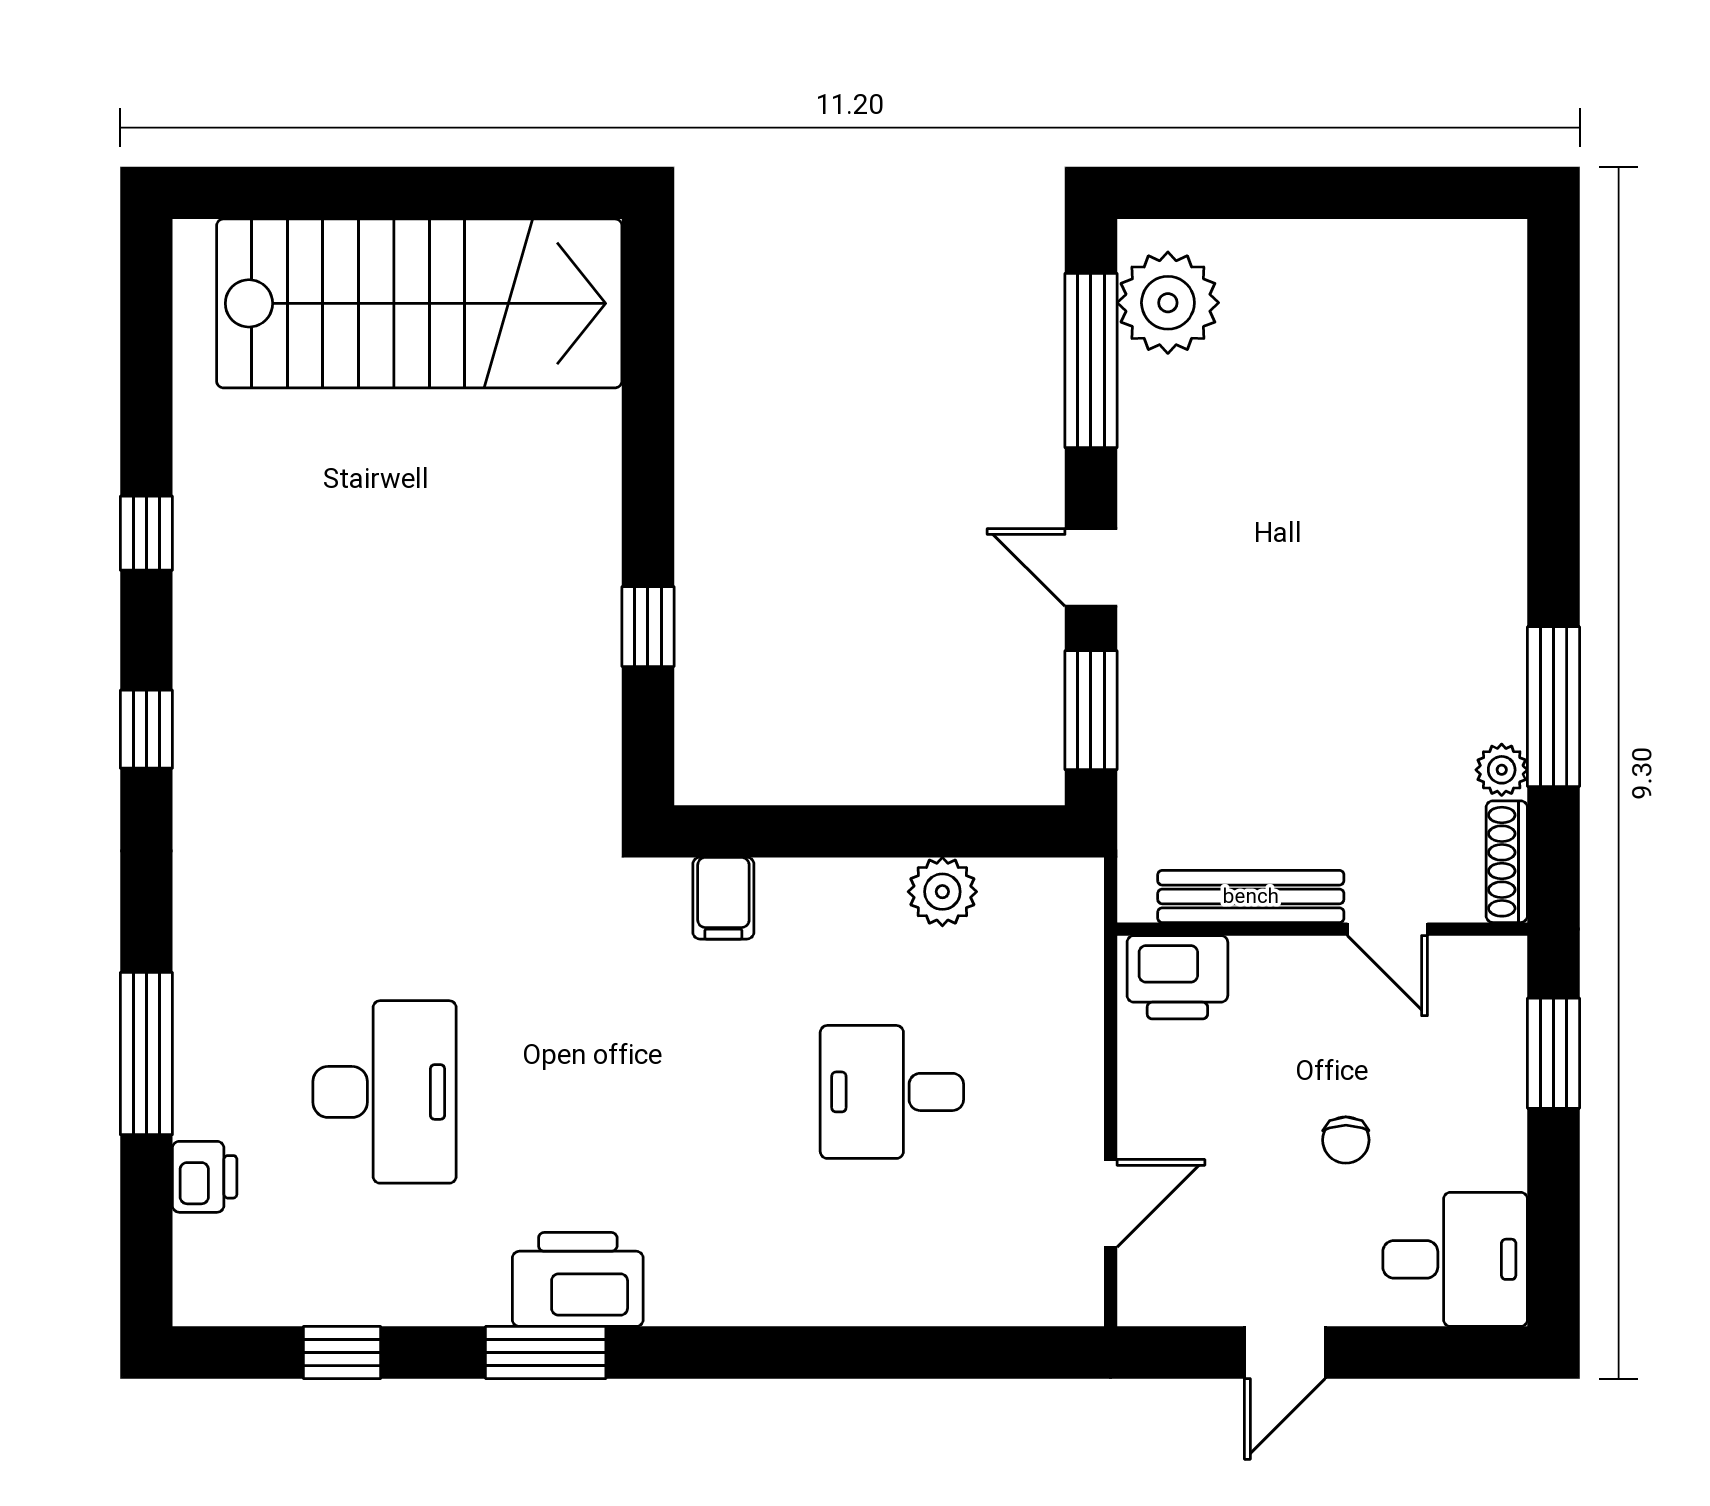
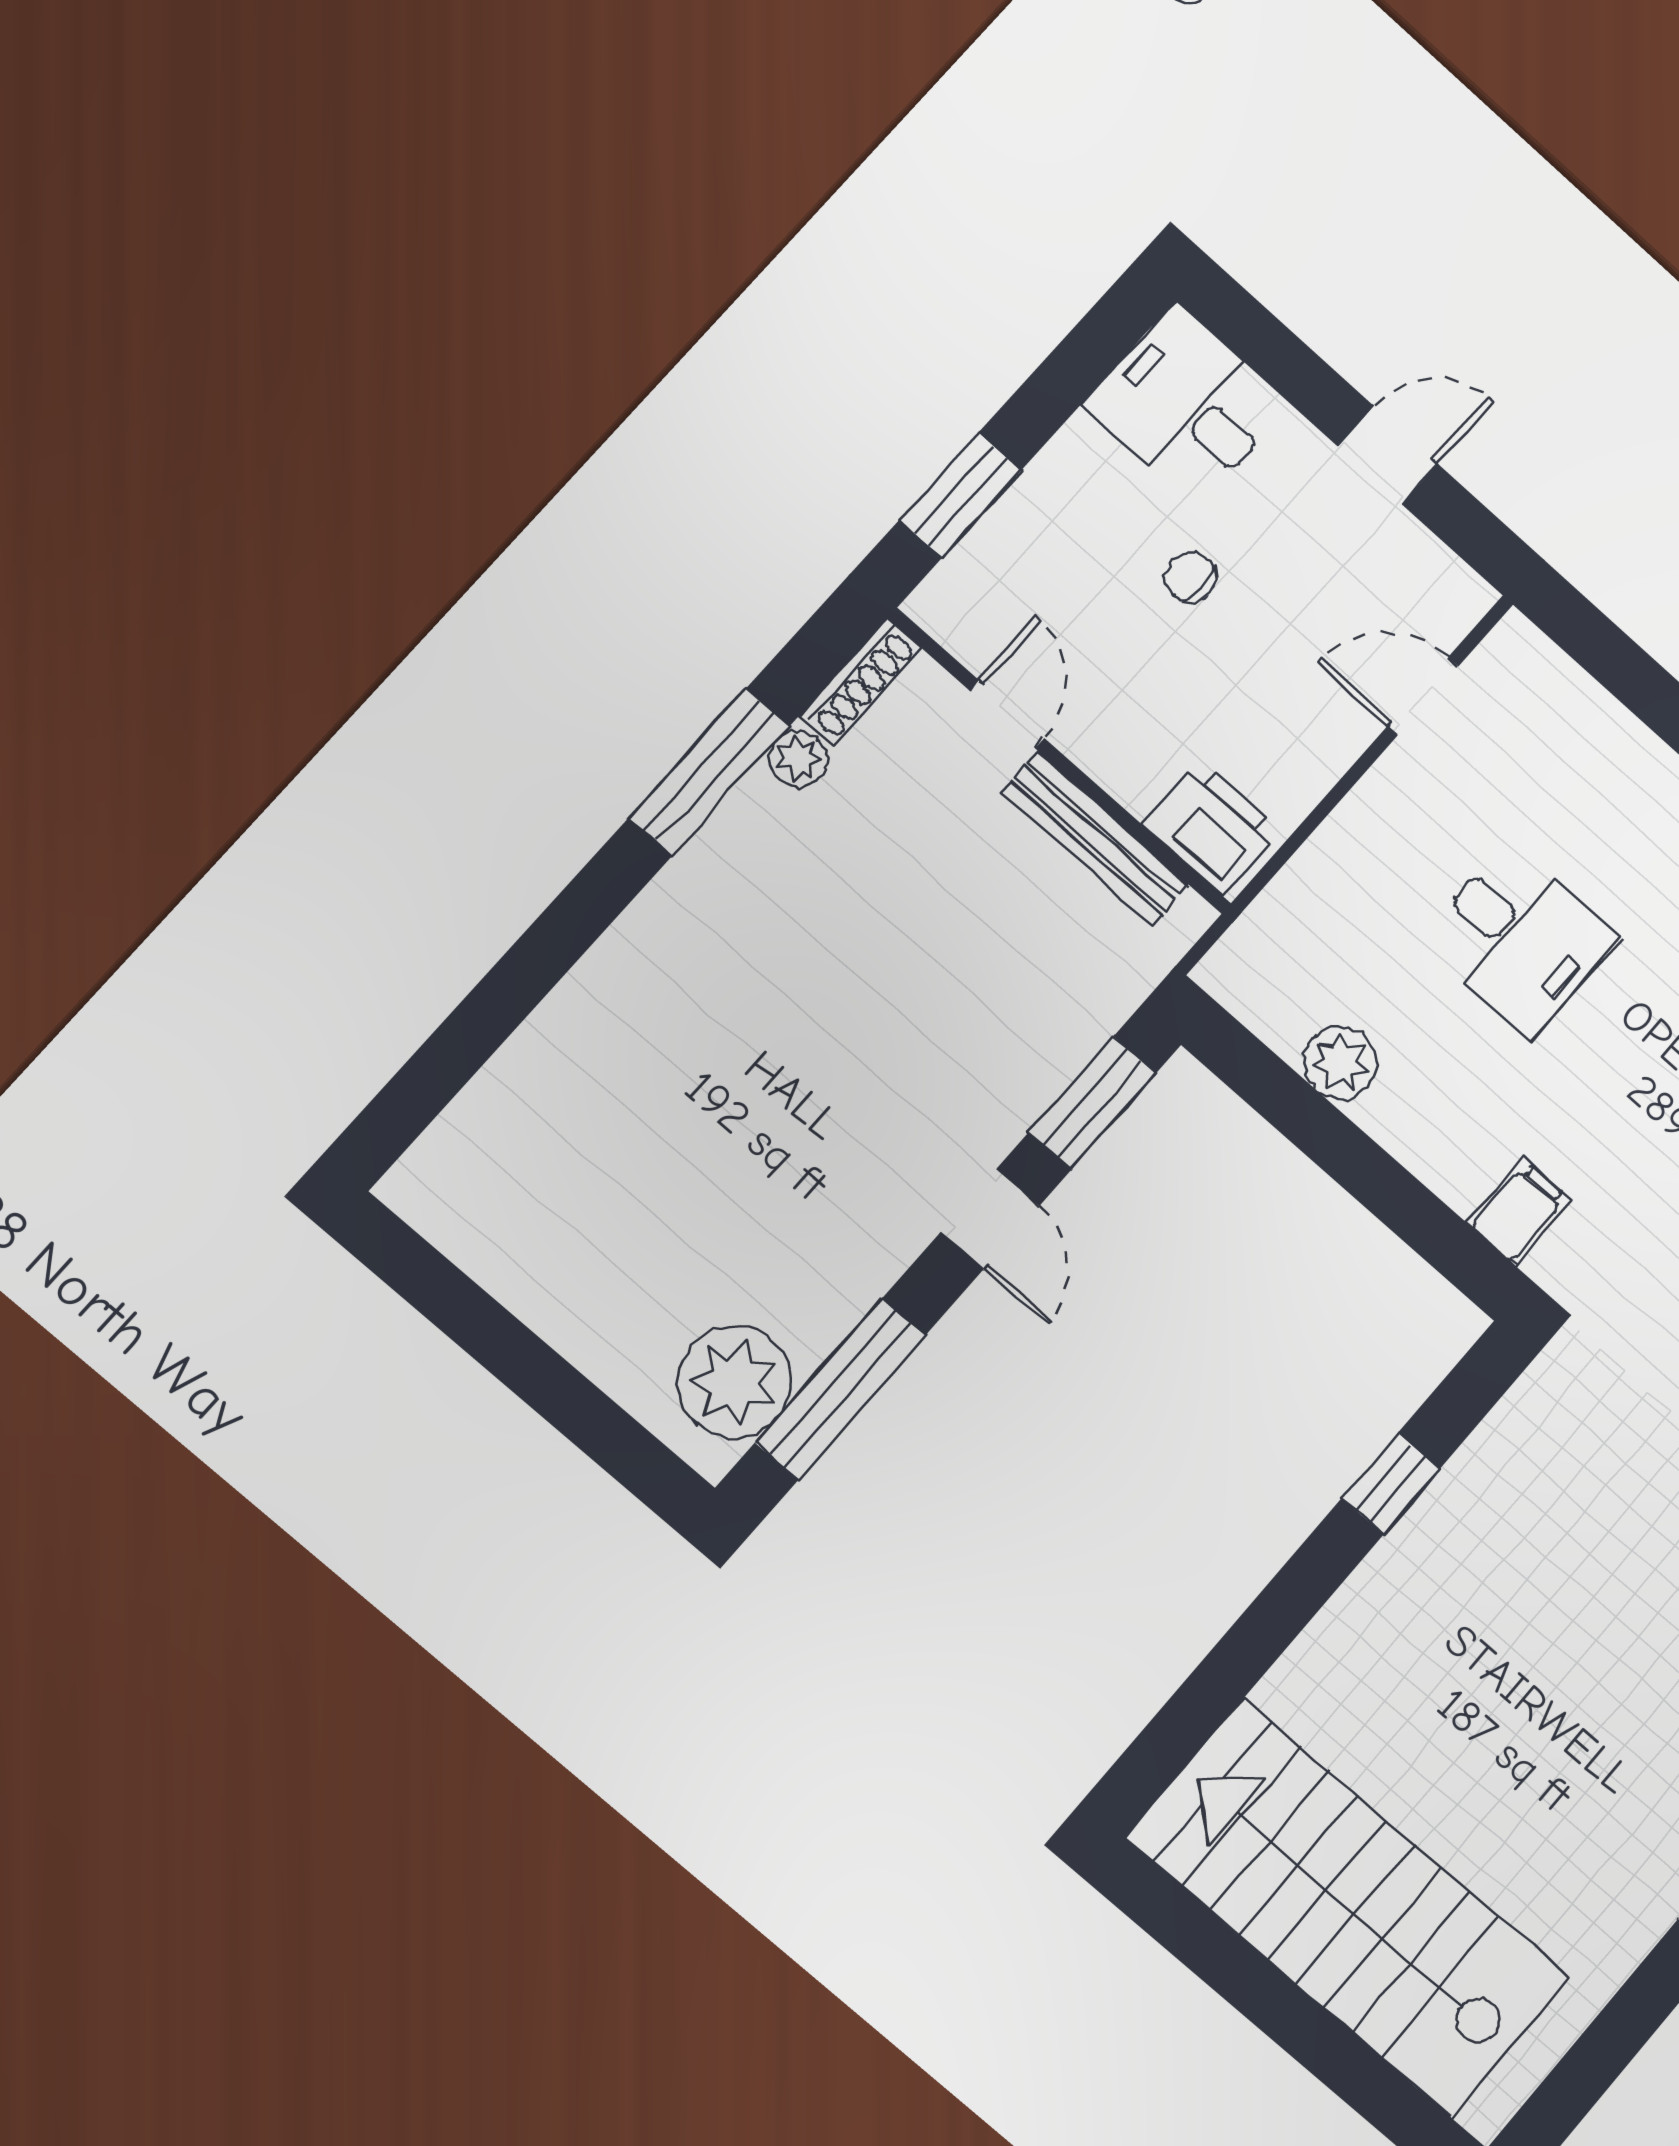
chair: (1346, 1140) -> (1191, 577), turned -90

